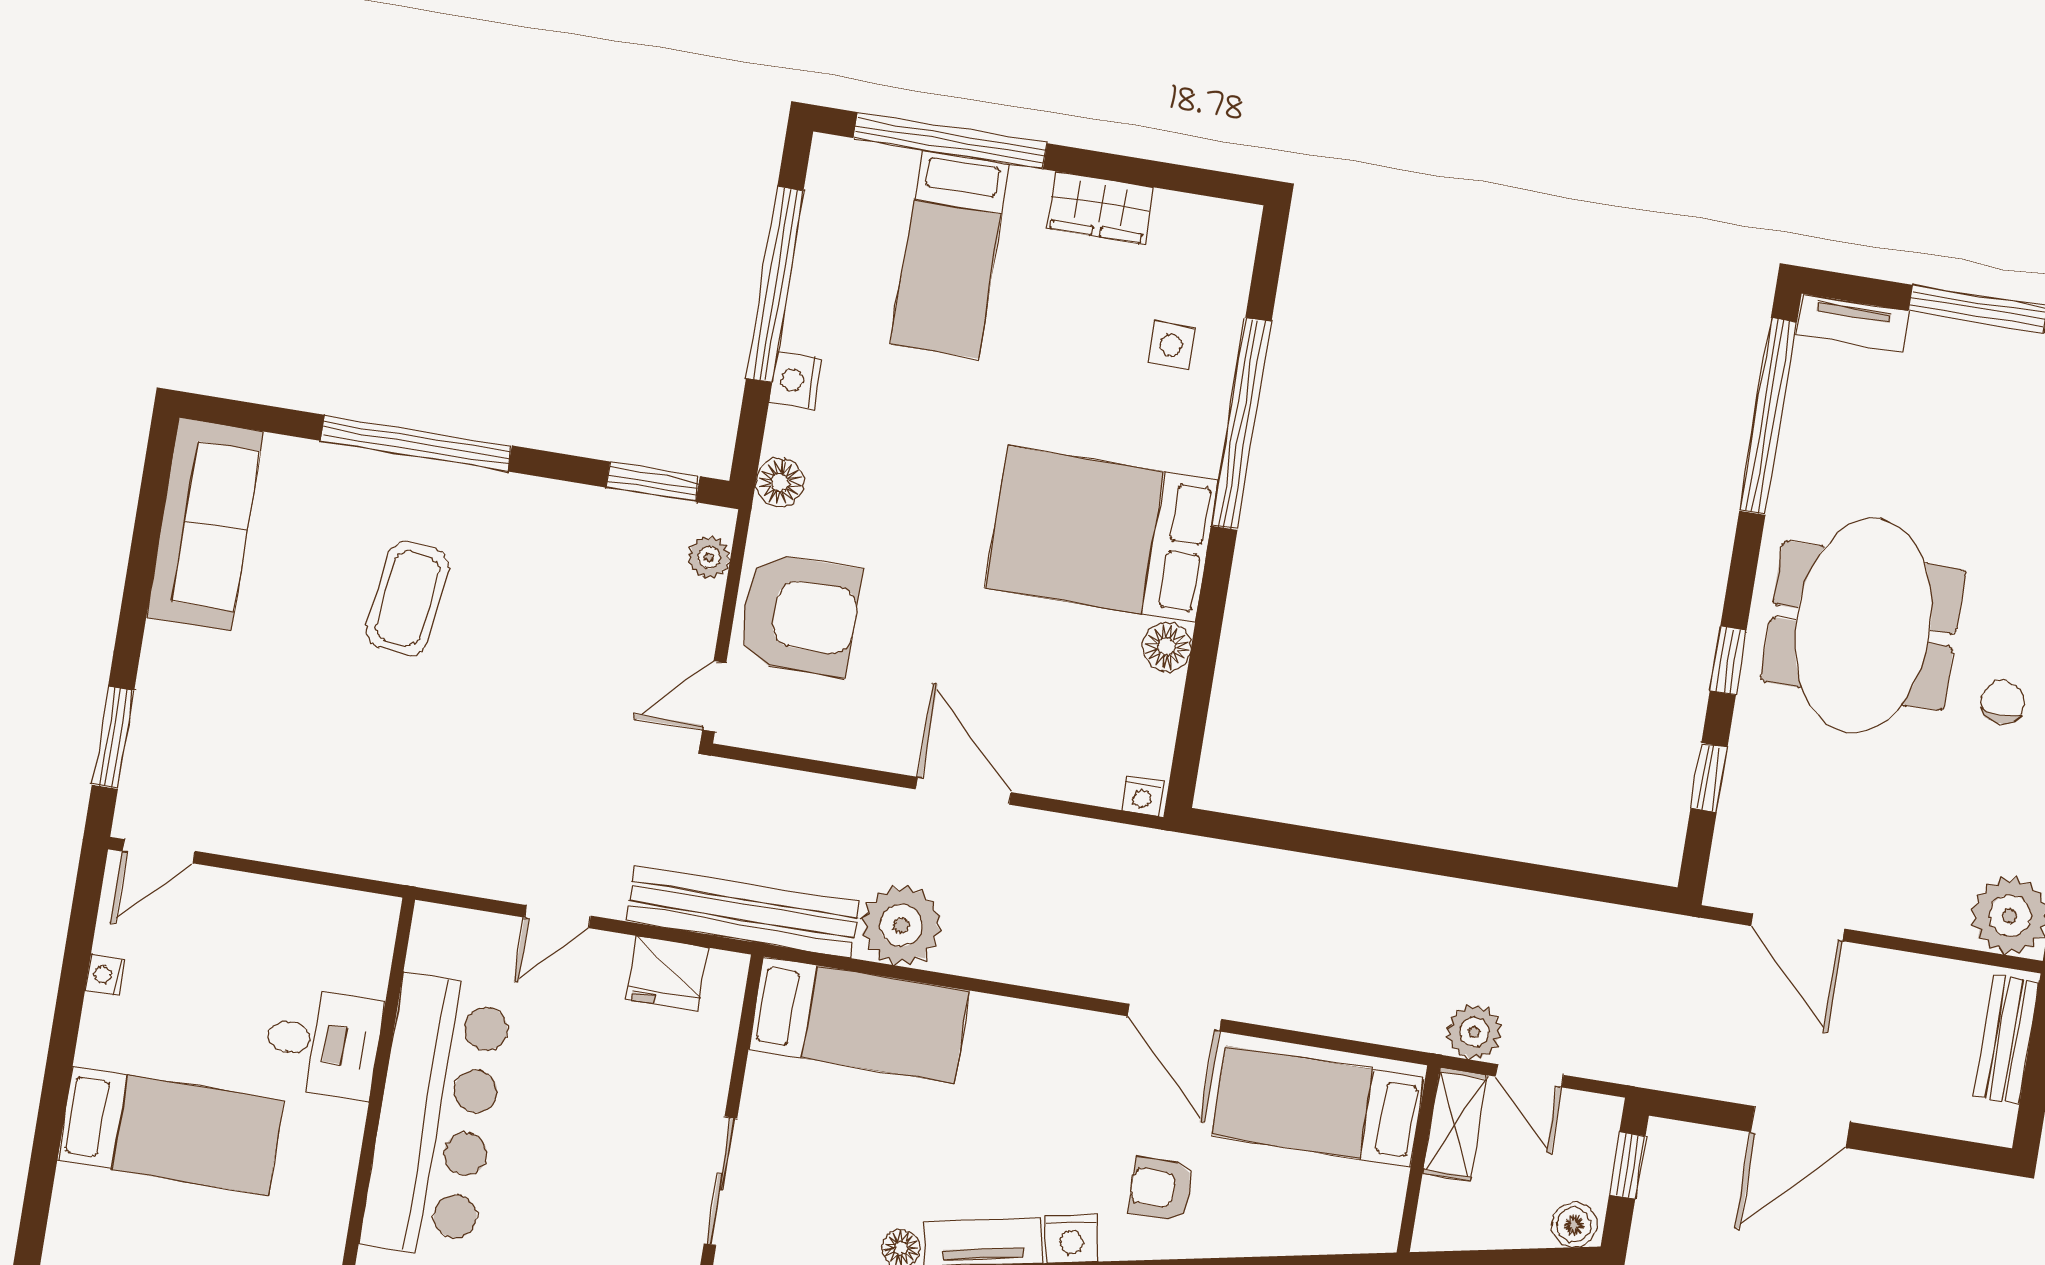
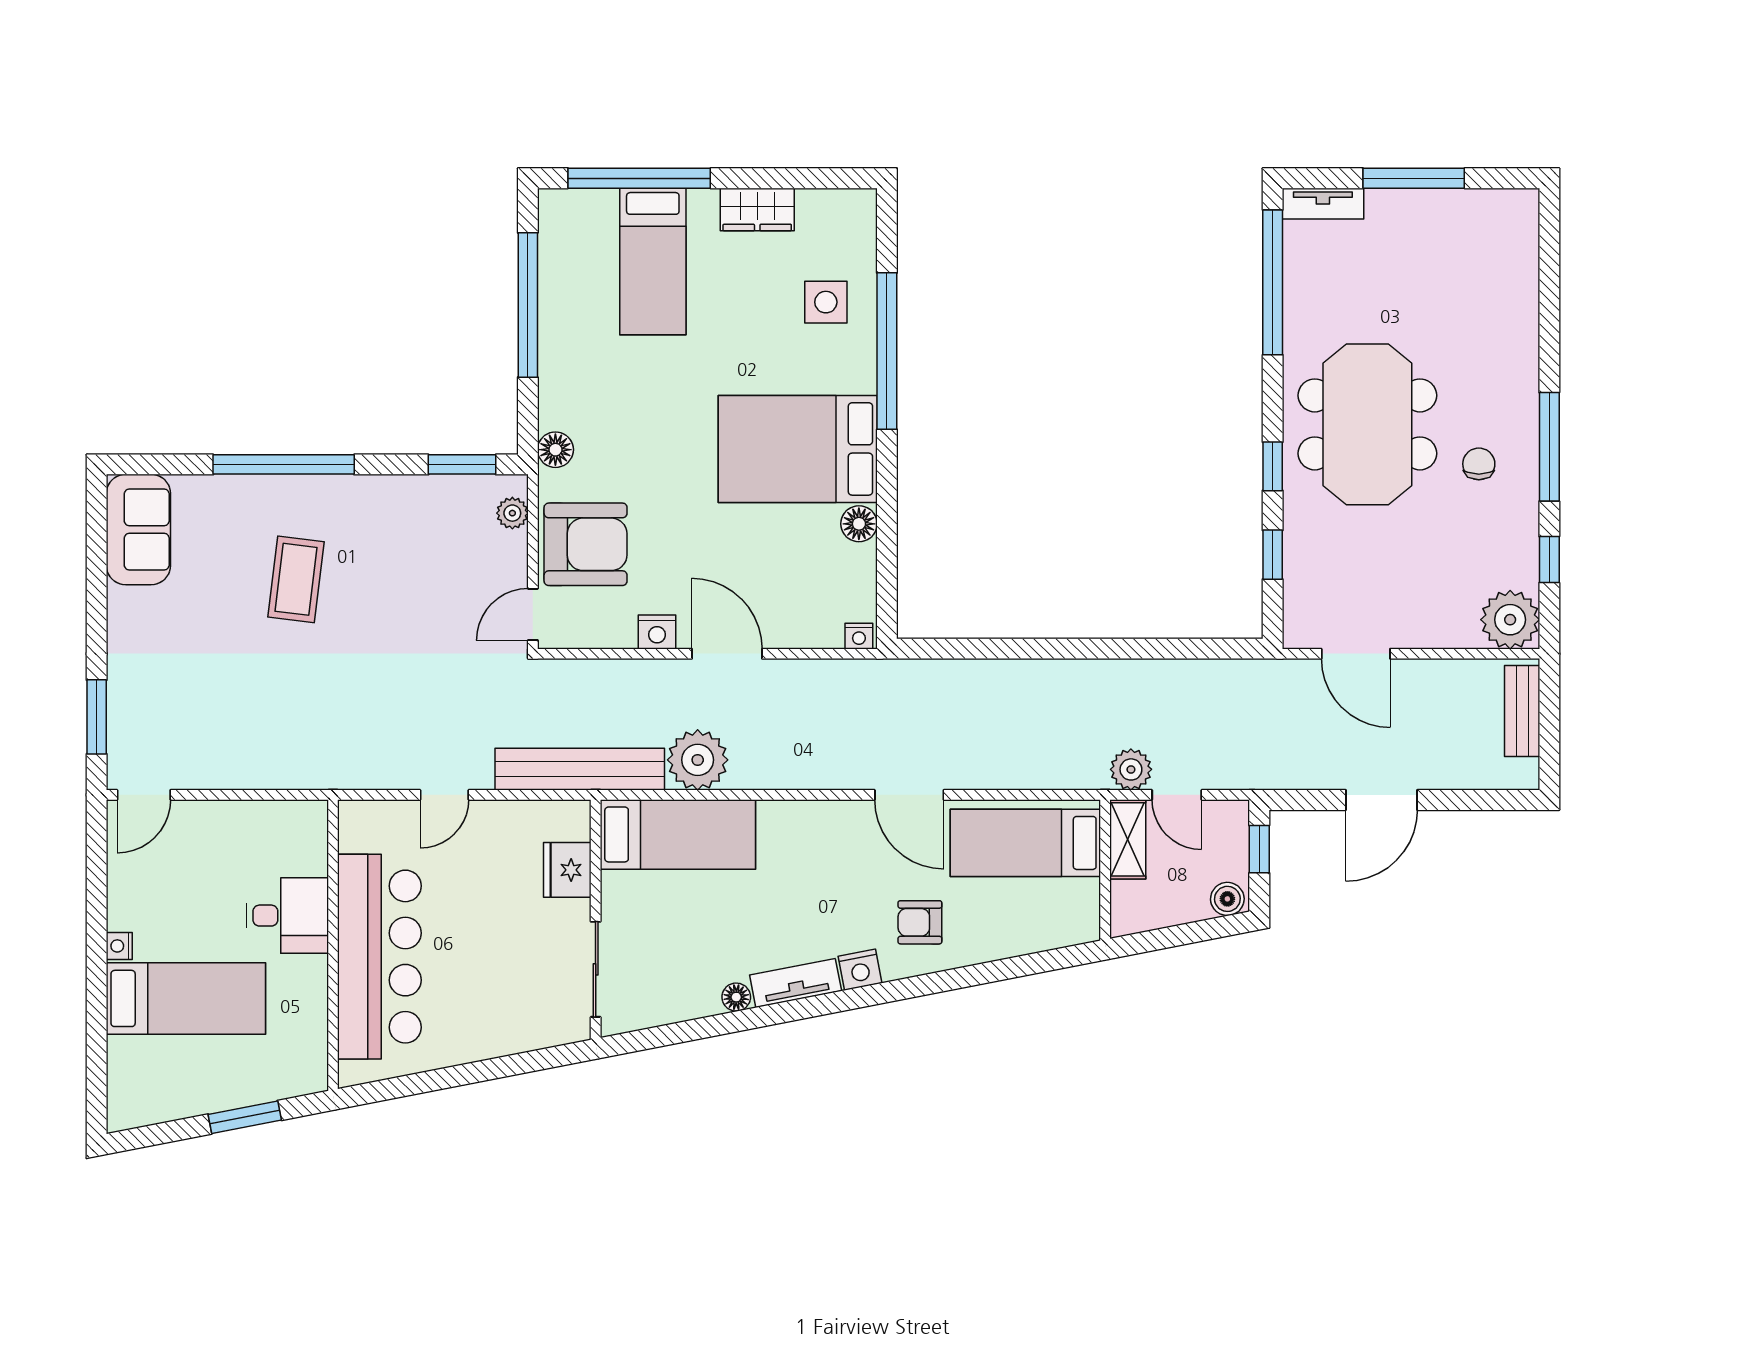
side table: (1171, 345) -> (826, 302), width x1.37, depth x1.37
nightstand: (796, 381) -> (657, 632), moved, turned -90
sofa: (205, 524) -> (138, 530), width x0.73
fridge: (667, 973) -> (567, 870), moved, turned 90
nightstand: (105, 975) -> (119, 946), moved

